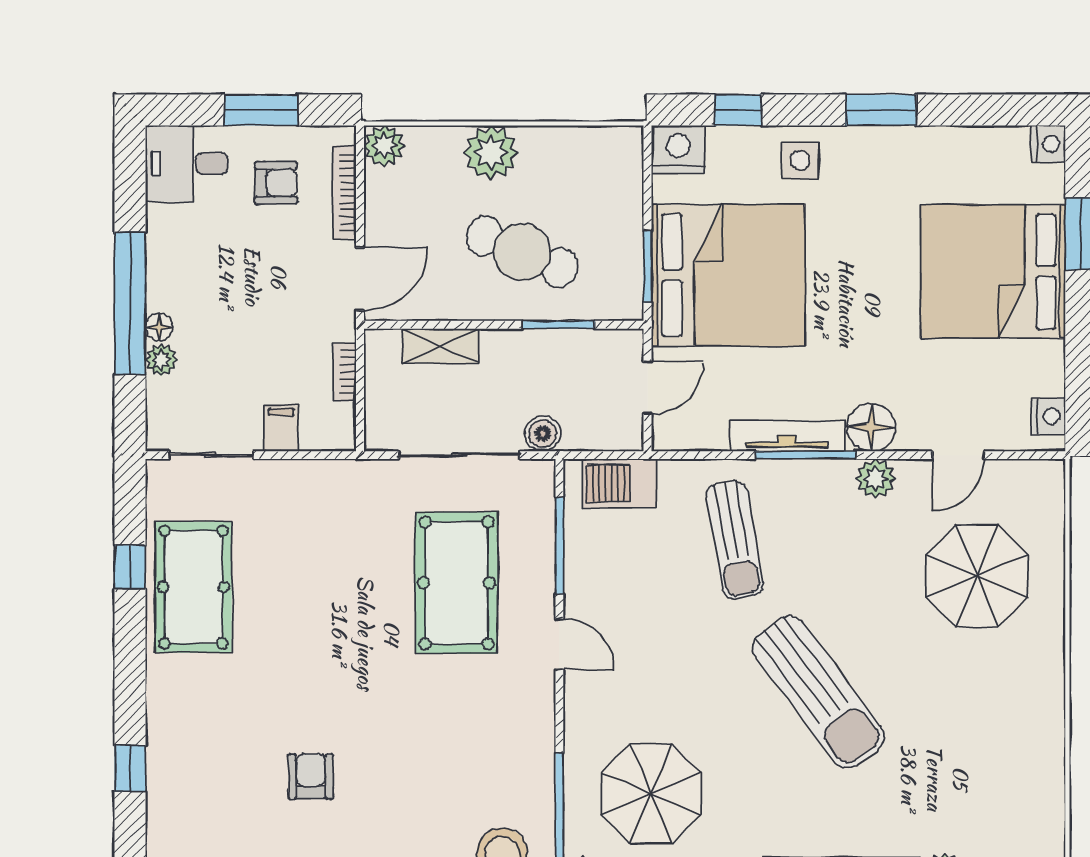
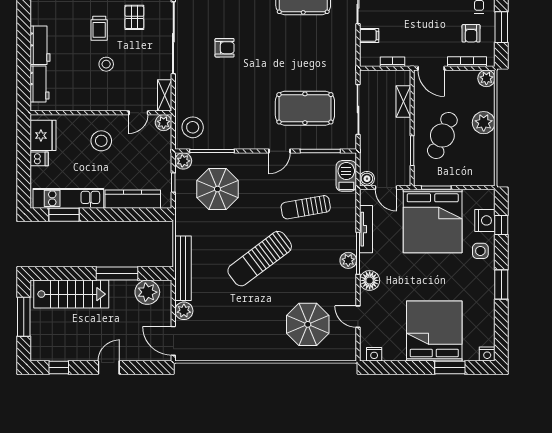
nightstand: (678, 150) -> (485, 220), moved
boiler: (543, 434) -> (367, 179), moved
tv unit: (787, 436) -> (366, 229), moved
plant: (876, 479) -> (348, 260), moved
sun lounger: (735, 540) -> (306, 207), moved

